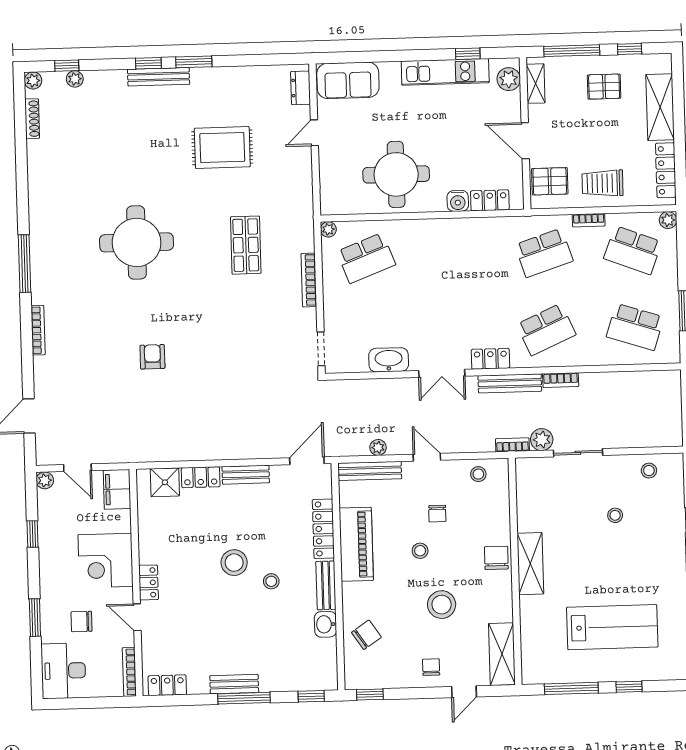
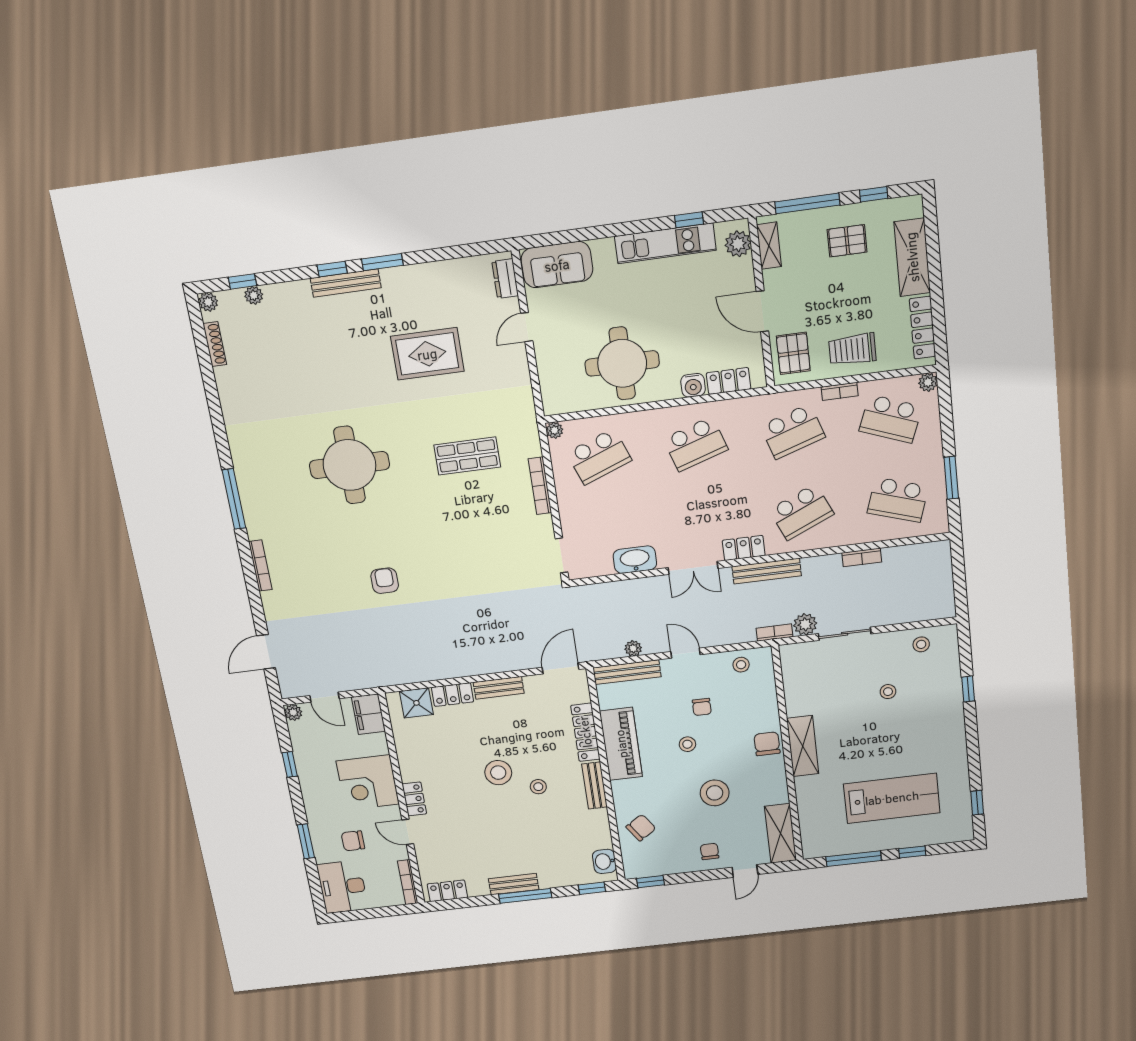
pallet: (550, 181) -> (793, 353), turned 90
shop shelf: (246, 245) -> (467, 456), turned 90
school desk: (455, 255) -> (696, 444), added
bookcase: (561, 380) -> (862, 557), moved
washbasin: (325, 624) -> (604, 861), moved

